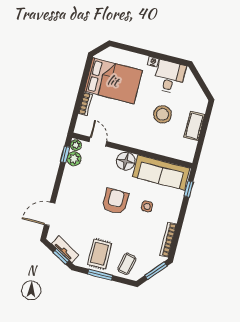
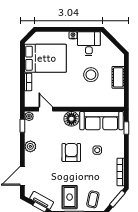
plant: (74, 159) -> (30, 146), moved

